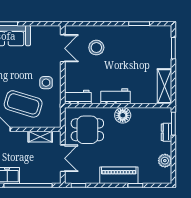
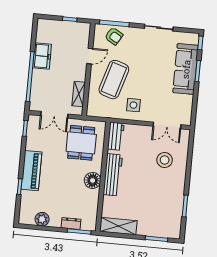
workbench: (115, 96) -> (113, 175), width x1.38

